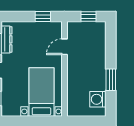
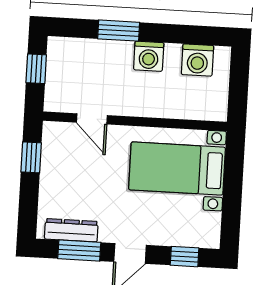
washing machine: (98, 74) -> (149, 56), added
window: (111, 80) -> (119, 31), moved

